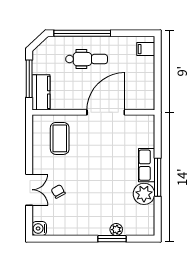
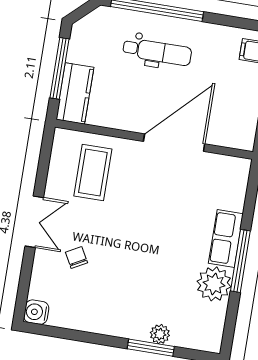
double door: (29, 190) -> (34, 222), moved

